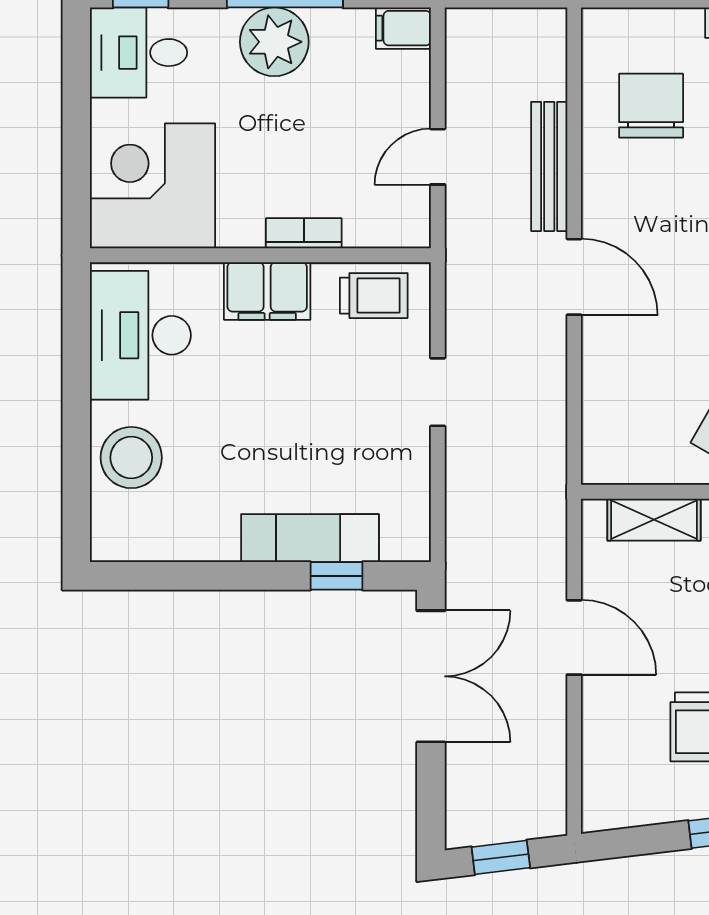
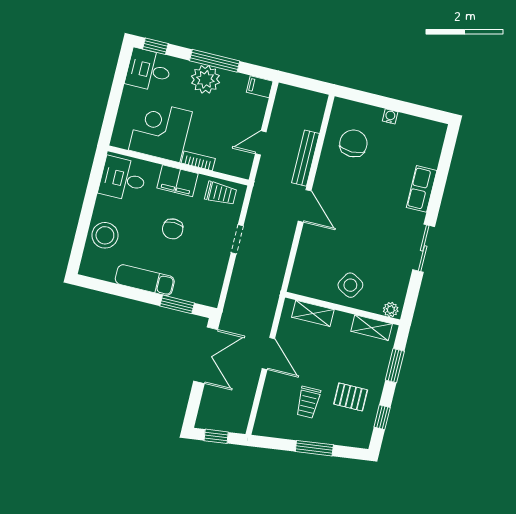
corner desk: (152, 186) -> (160, 131), moved
desk: (140, 335) -> (123, 179), width x0.73
chair: (284, 405) -> (173, 229), added
exam couch: (310, 538) -> (145, 280), moved
window: (337, 576) -> (177, 304), width x1.50

